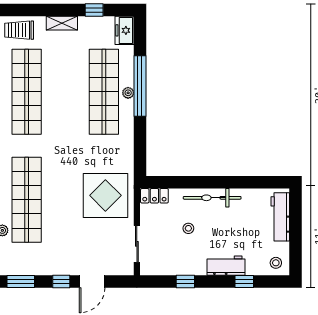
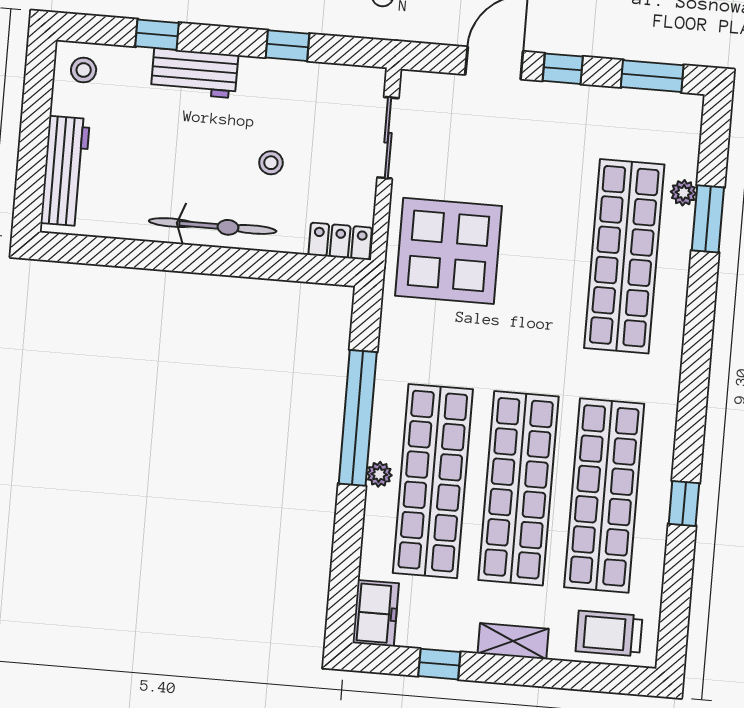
trolley: (19, 30) -> (609, 633), turned 180
window: (140, 86) -> (358, 418), moved
shop shelf: (65, 92) -> (518, 488), added

